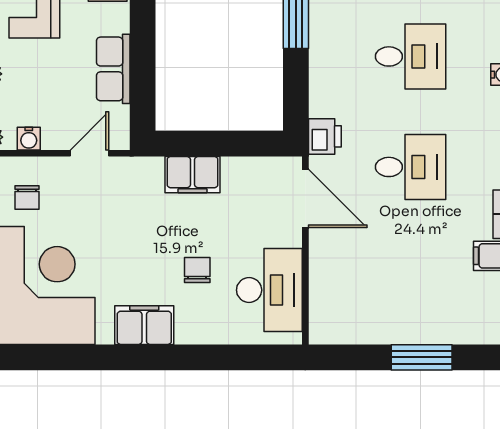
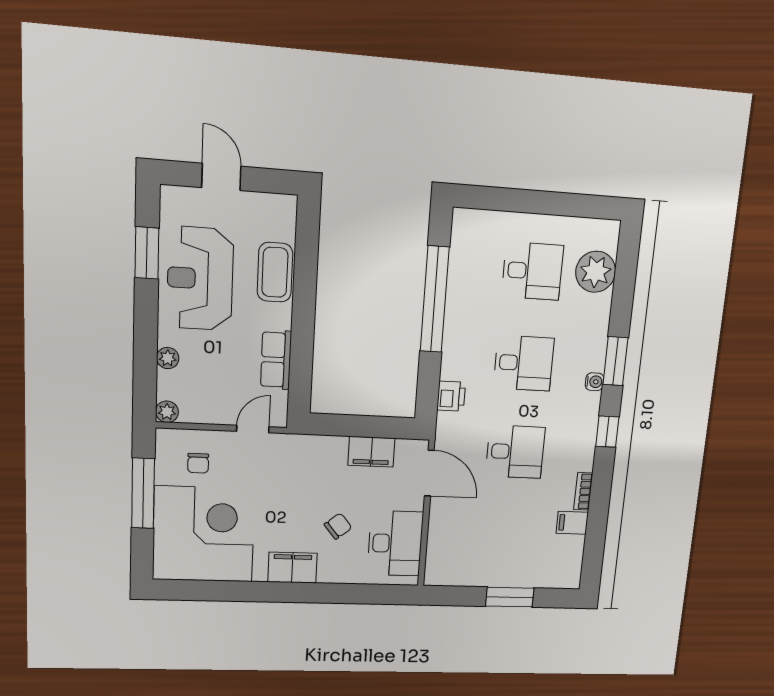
printer: (325, 136) -> (451, 396), moved
water cooler: (29, 139) -> (201, 415), removed
filing cabinet: (192, 175) -> (371, 452), moved
chair: (197, 270) -> (338, 526), turned 51

